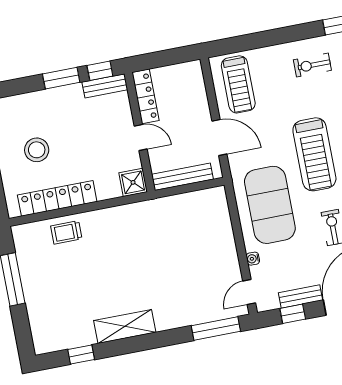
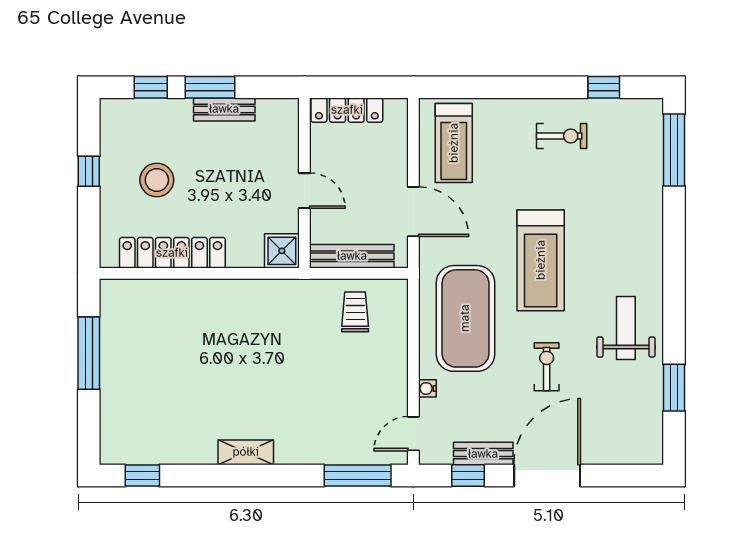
exercise bike: (312, 65) -> (562, 136), turned 180
window: (100, 71) -> (151, 87), moved
bench: (105, 86) -> (224, 109), moved
locker: (145, 96) -> (347, 110), moved, turned 90
trolley: (66, 232) -> (355, 312), moved, turned 90
shelving: (125, 326) -> (246, 452), width x0.67, depth x0.75
window: (81, 354) -> (142, 476), moved

